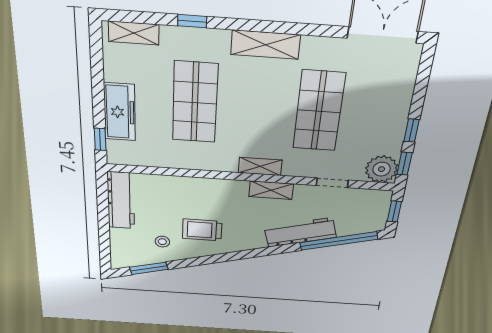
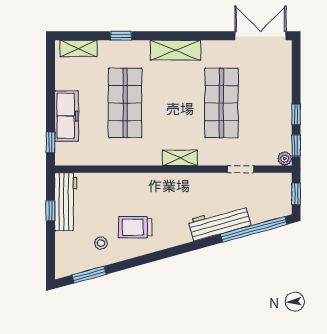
plant: (382, 169) -> (285, 159), width x0.53, depth x0.53
shelving: (271, 190) -> (191, 181), removed
window: (103, 208) -> (50, 211), added

